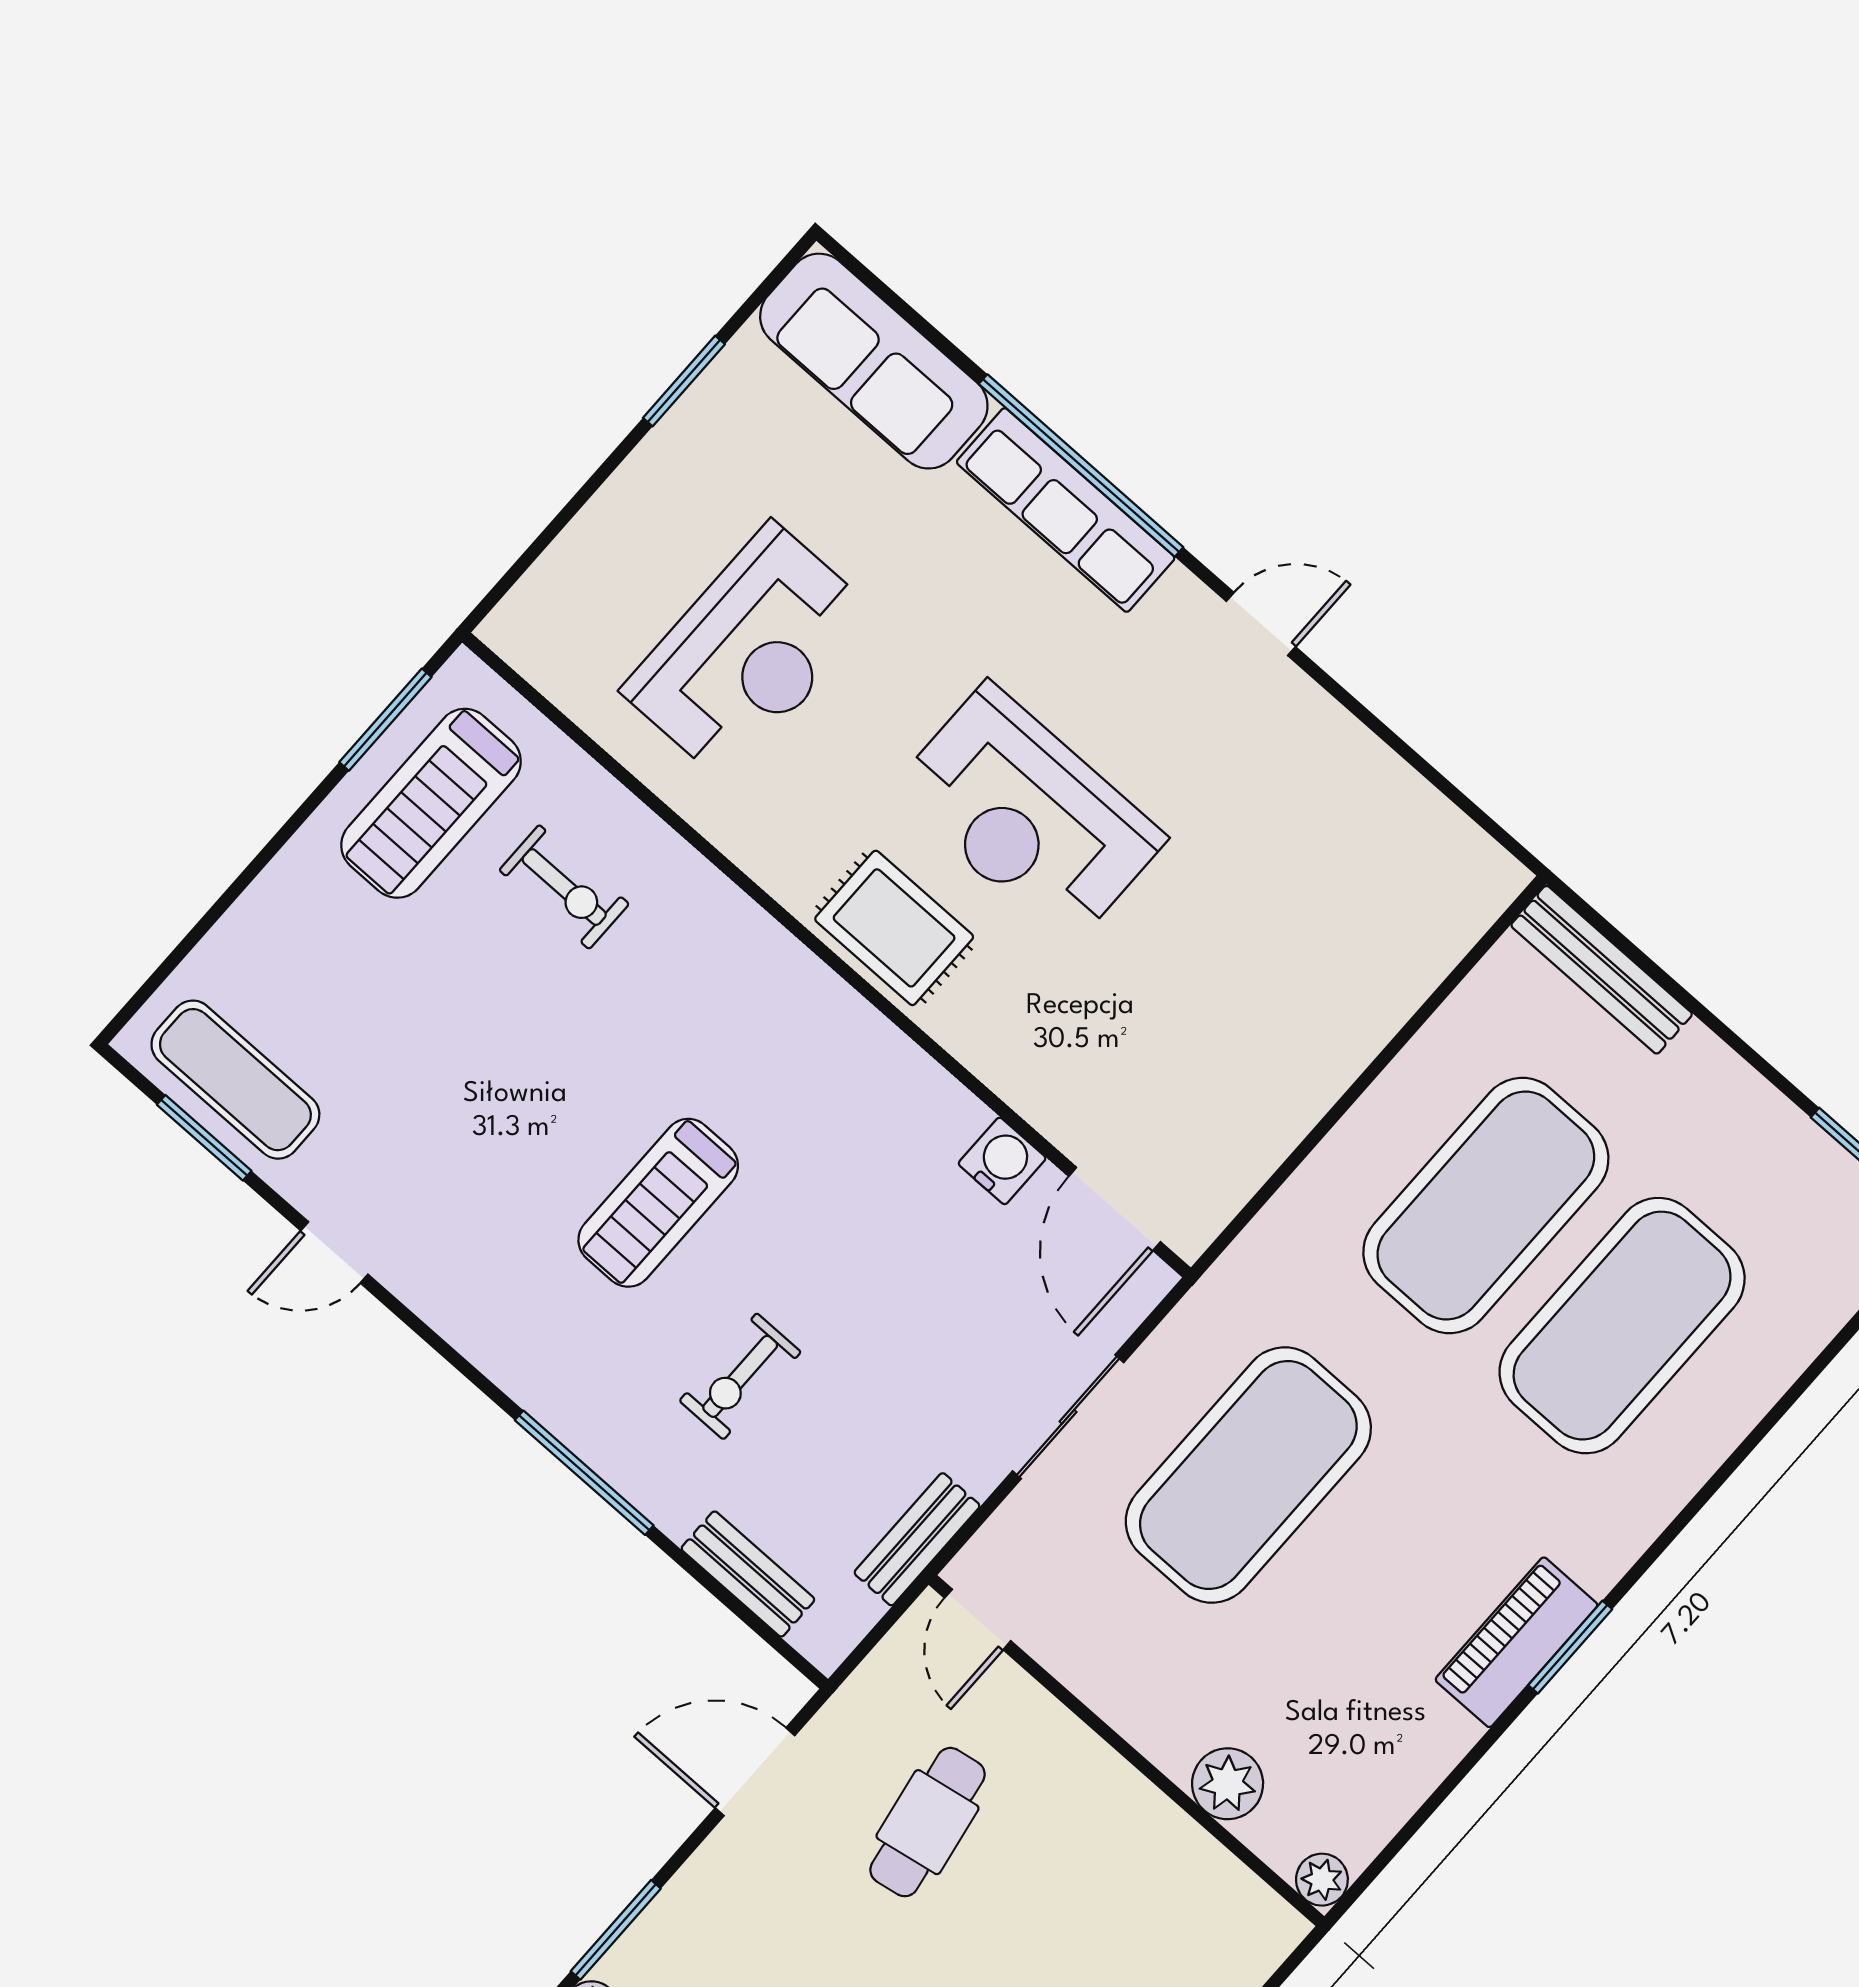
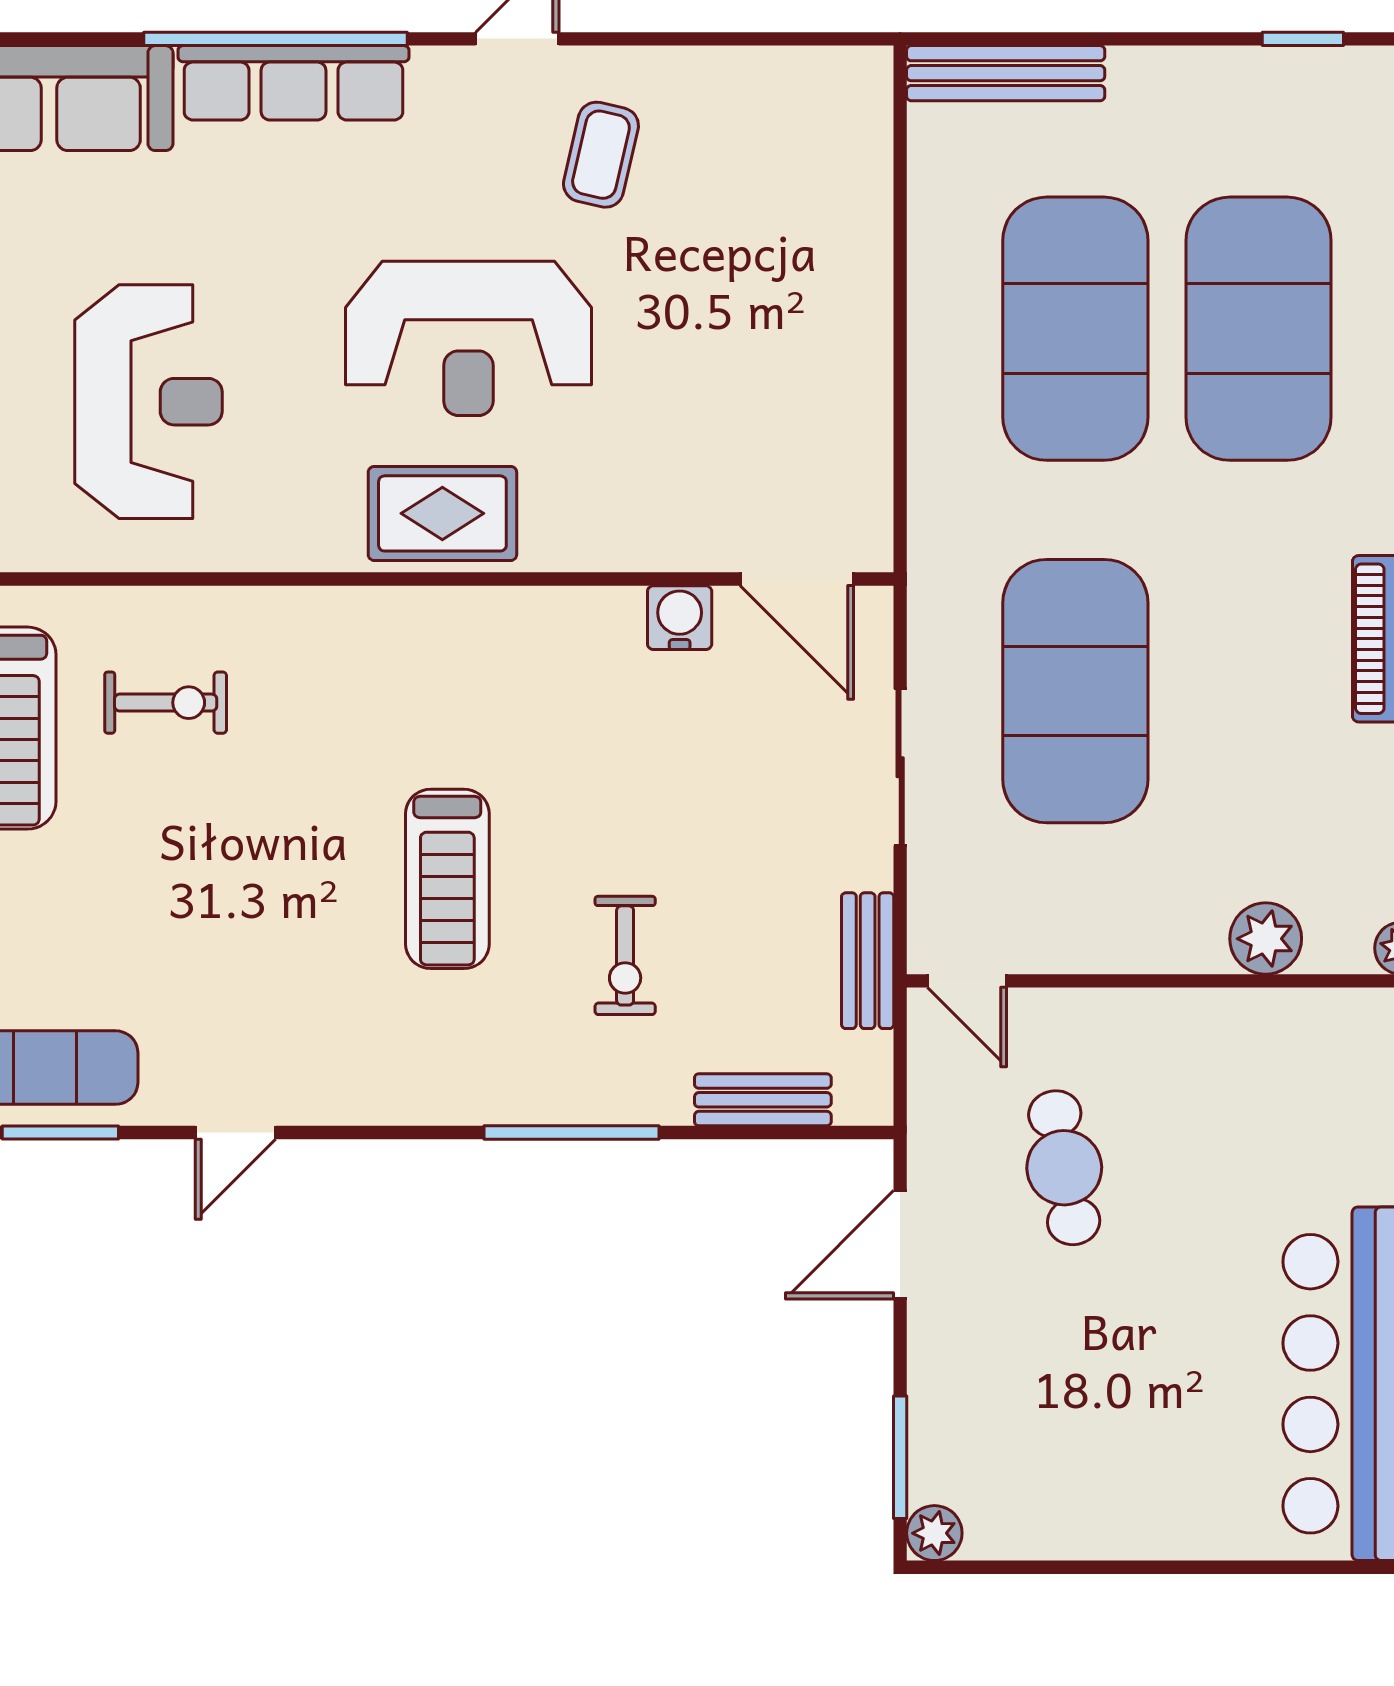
coffee table: (1247, 765) -> (601, 155), added

